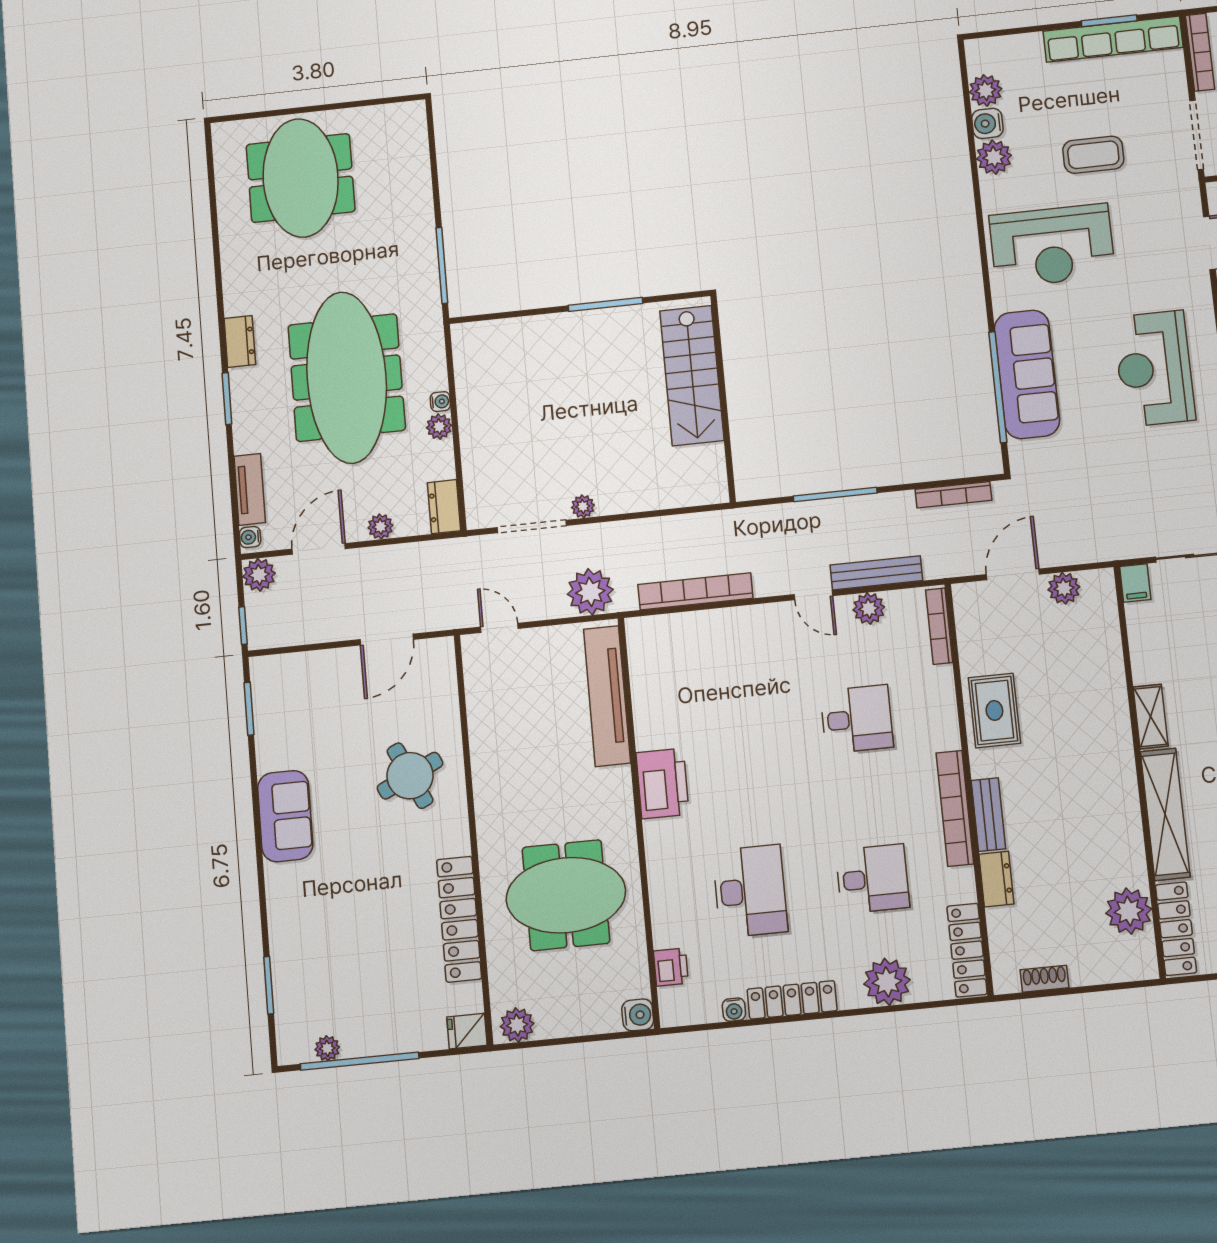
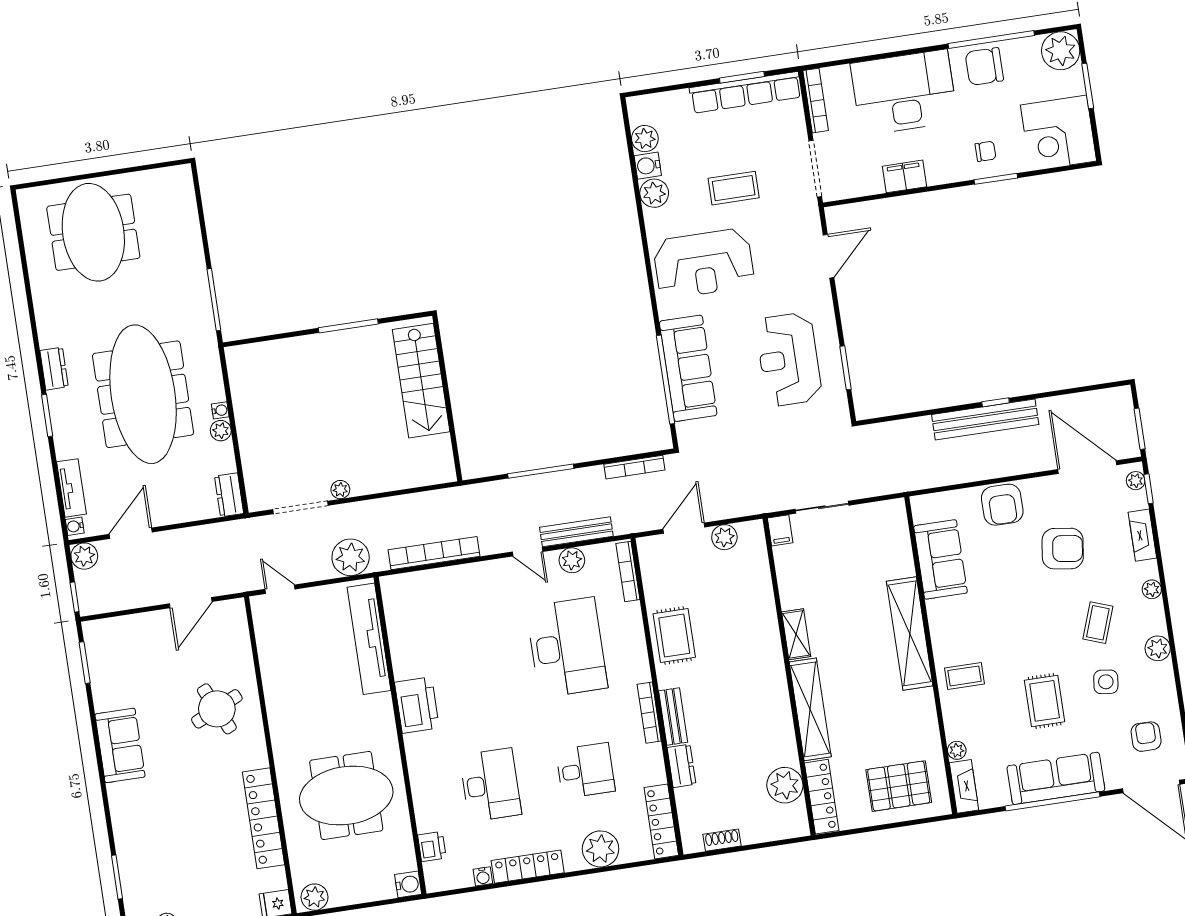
plant: (380, 527) -> (179, 513), removed
desk: (857, 719) -> (567, 647), width x1.87, depth x1.30
bookcase: (955, 808) -> (649, 713), width x0.68, depth x0.76

